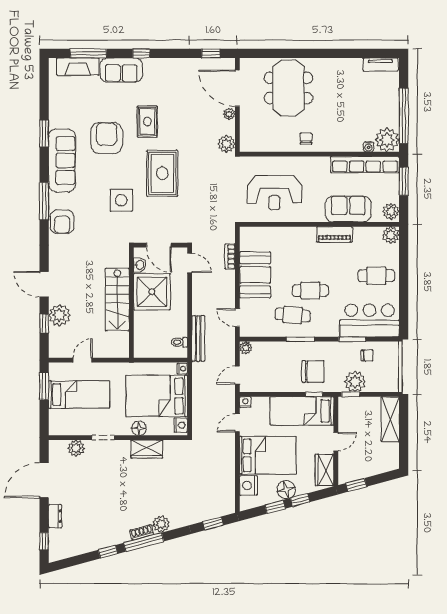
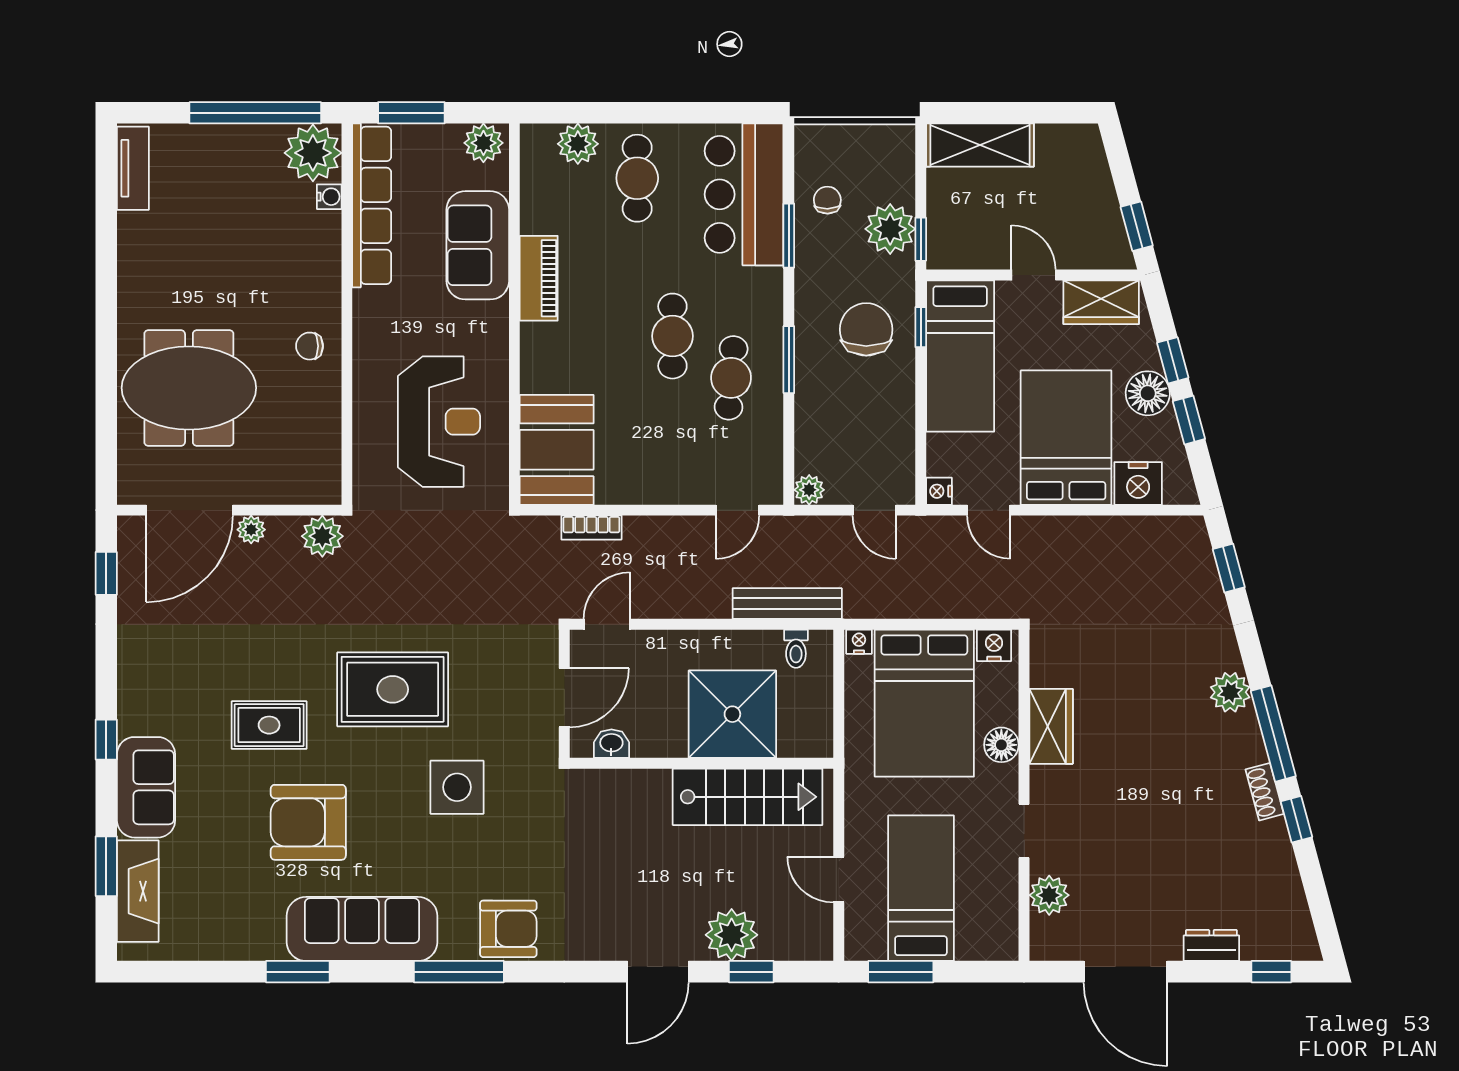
window: (88, 53) -> (106, 866), width x0.69
plant: (391, 235) -> (578, 144), moved
booth: (255, 275) -> (557, 450), moved, turned 90
shower: (152, 292) -> (732, 714), moved
stairs: (117, 299) -> (748, 797), moved
shoe rack: (142, 532) -> (1265, 792), moved

